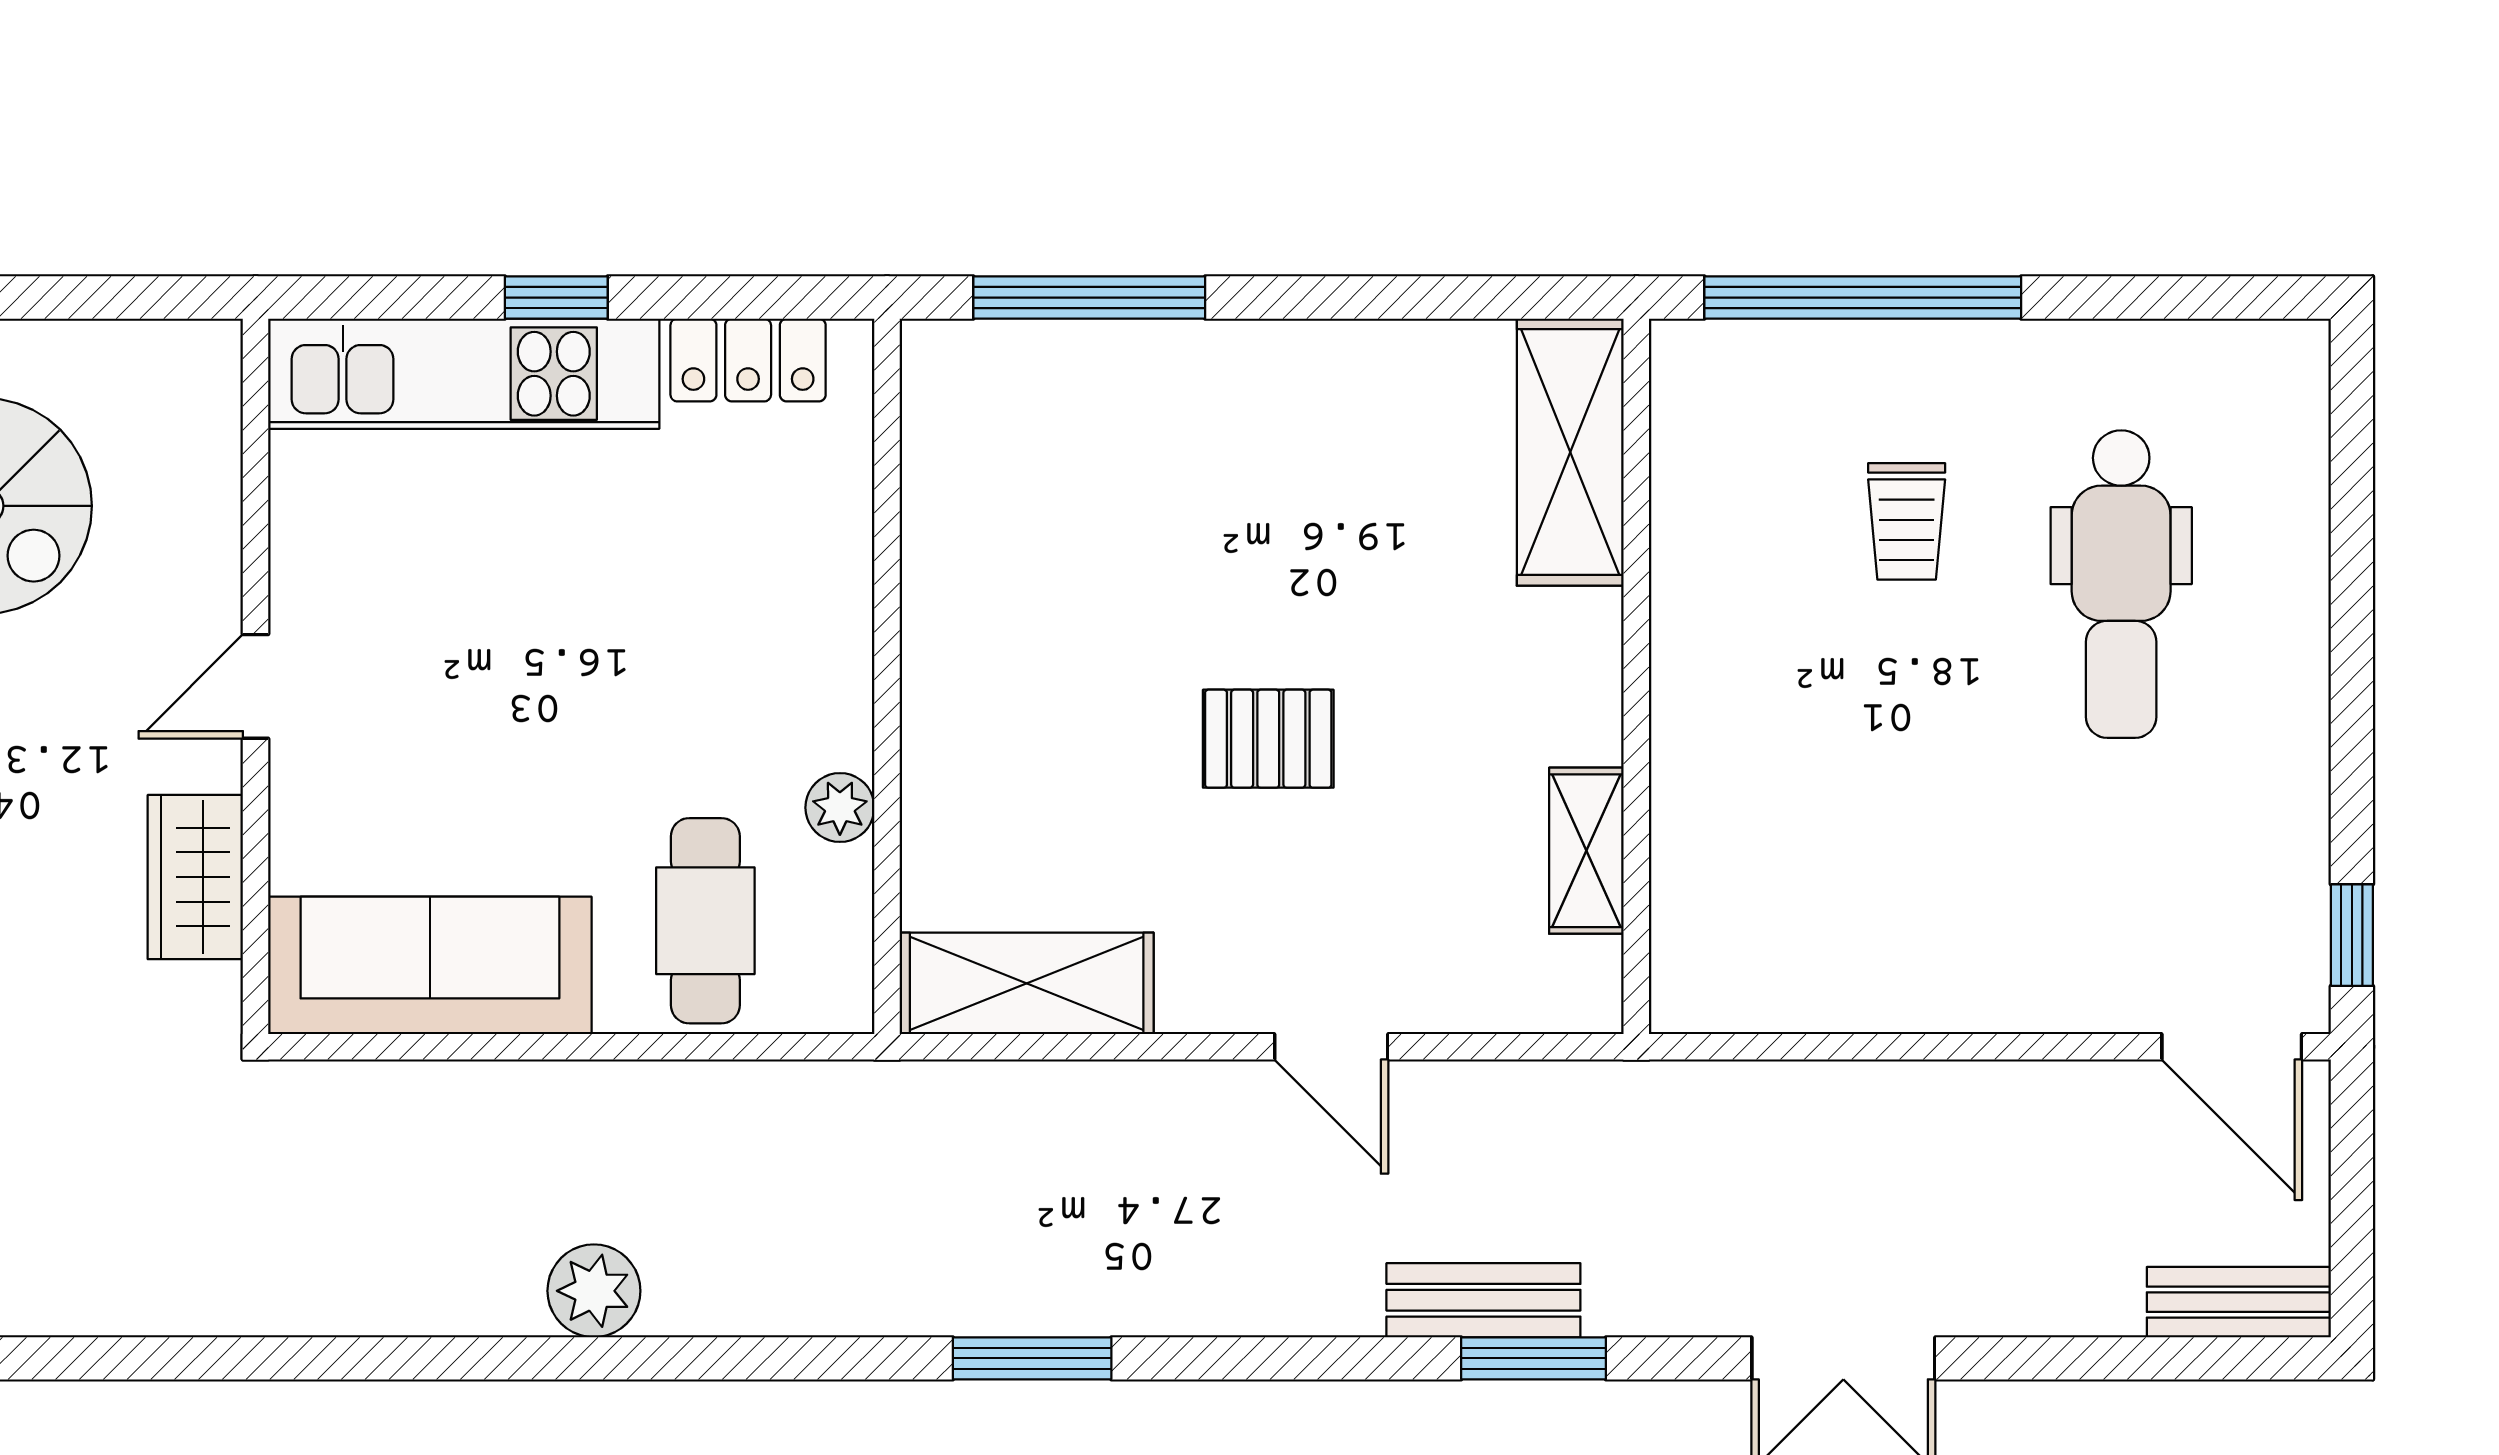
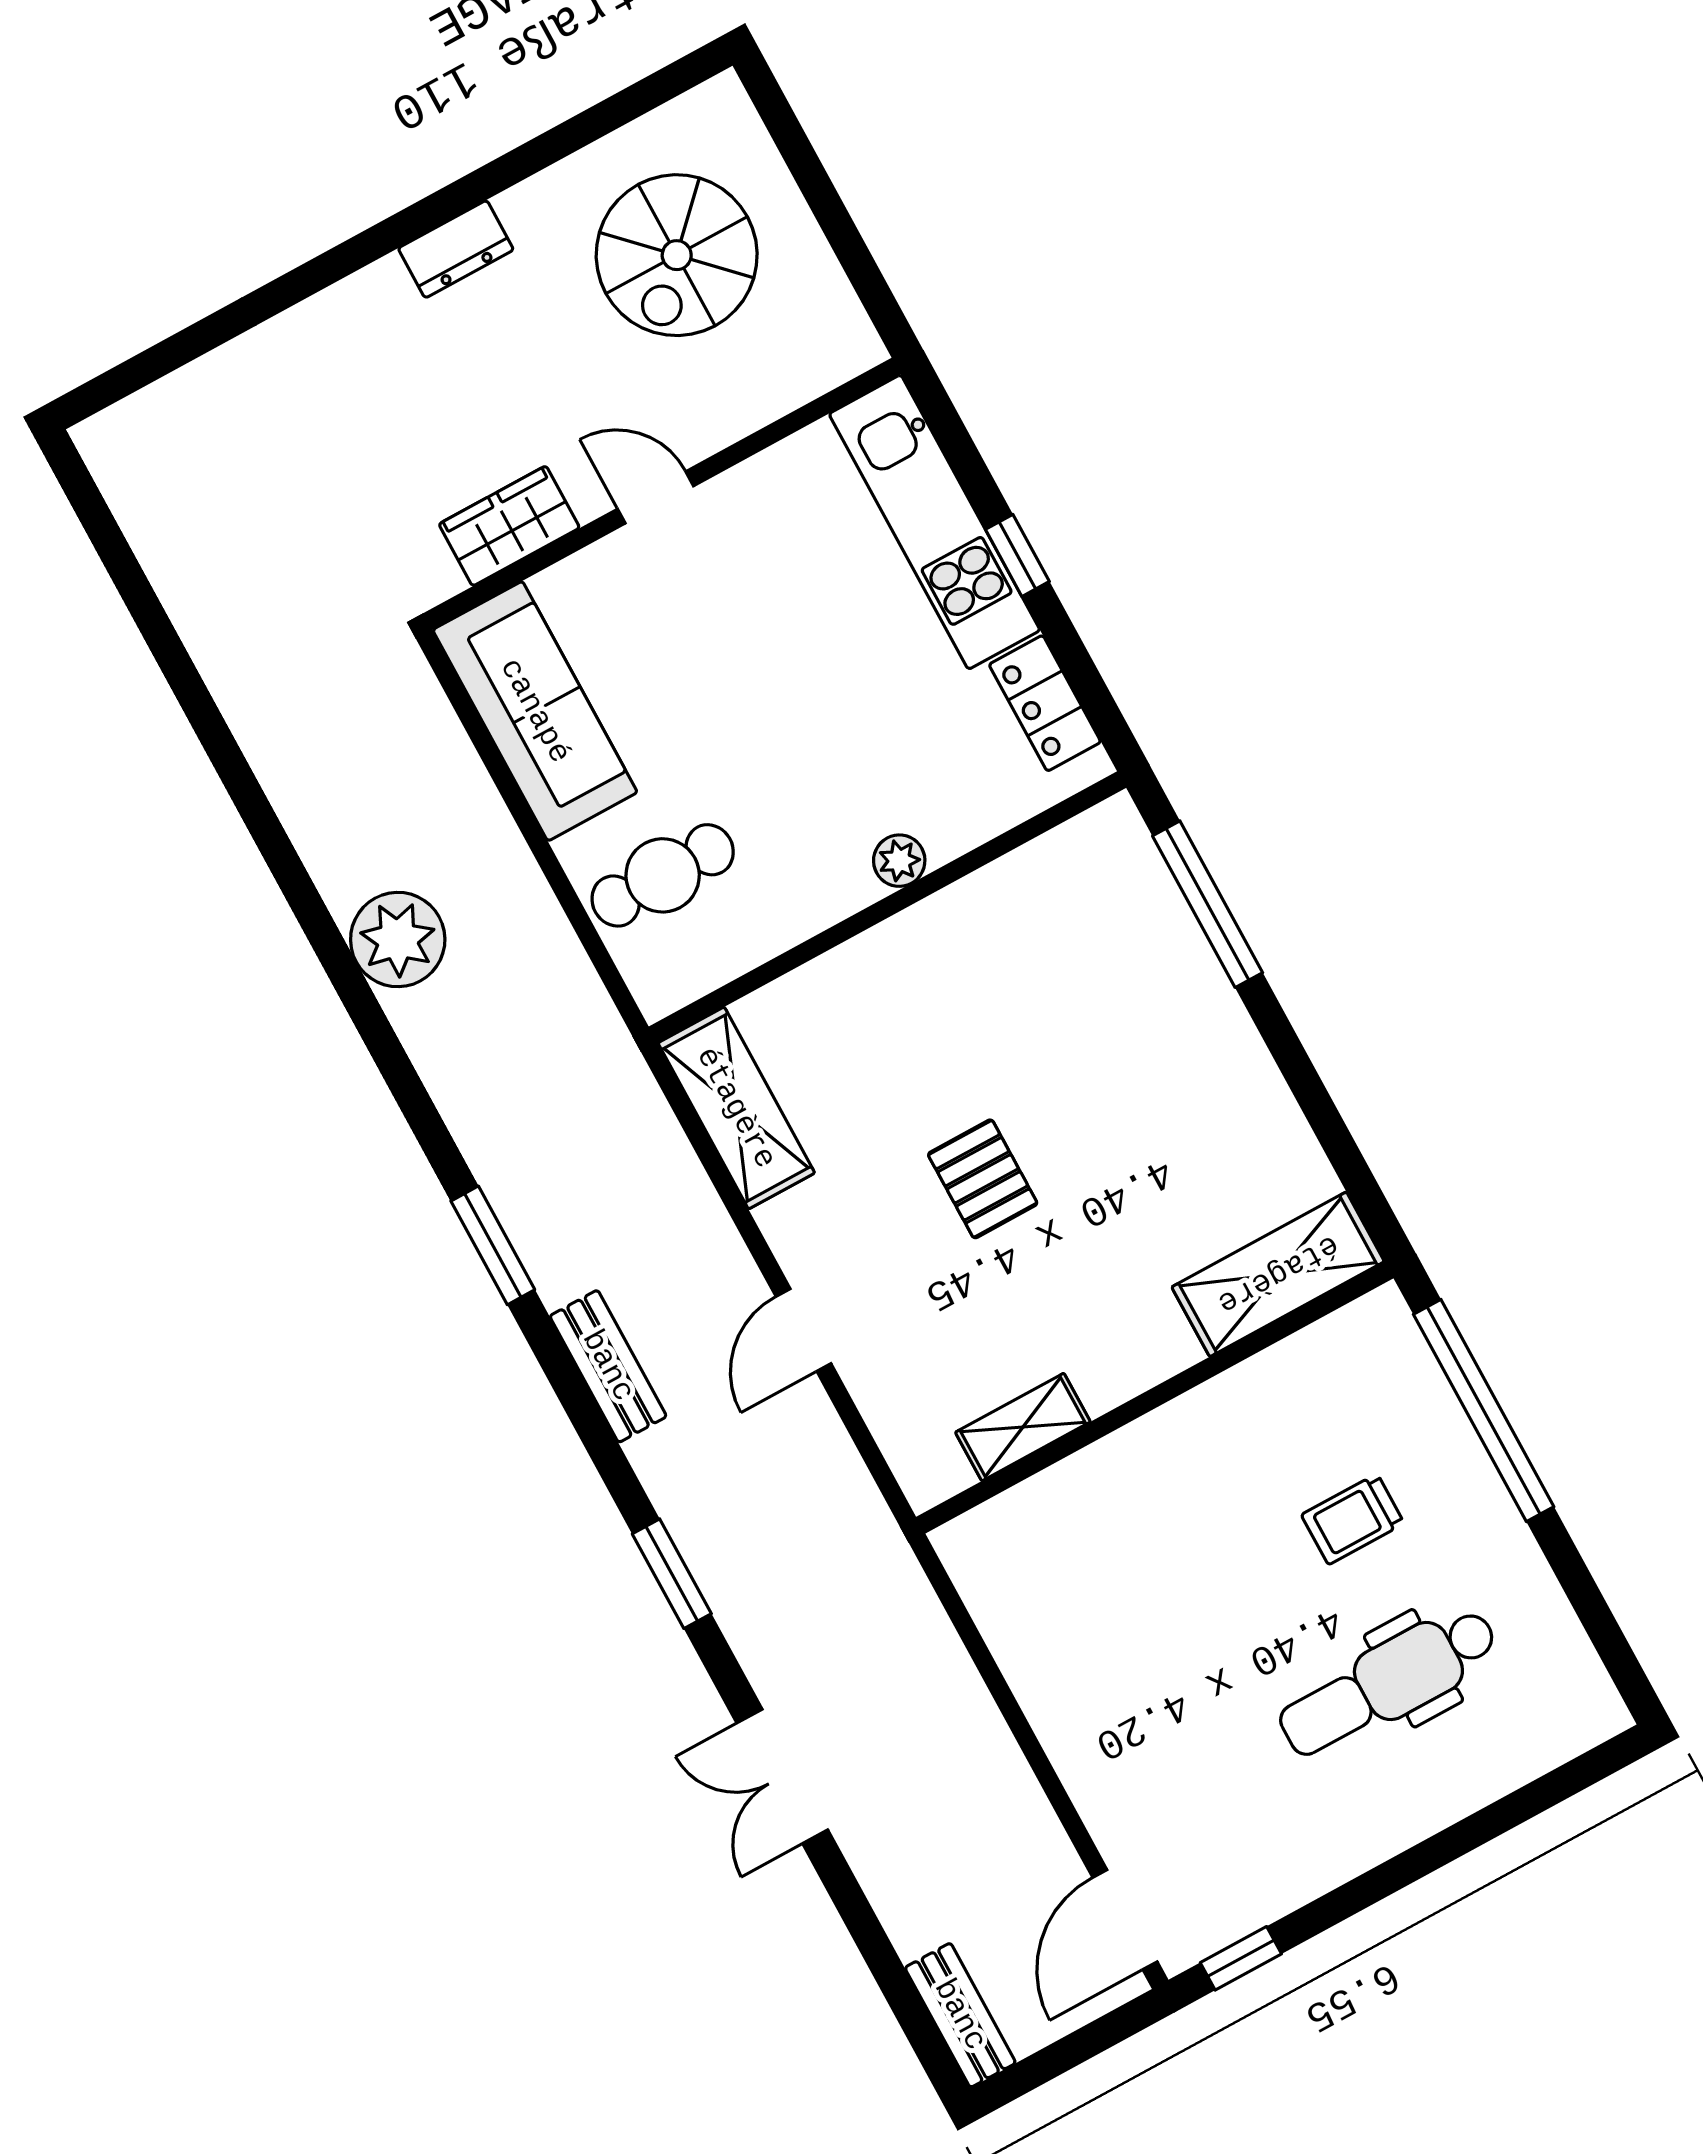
plant: (840, 808) -> (899, 861), moved
plant: (594, 1291) -> (398, 940), width x1.36, depth x1.36
bench: (1483, 1300) -> (608, 1366), moved

